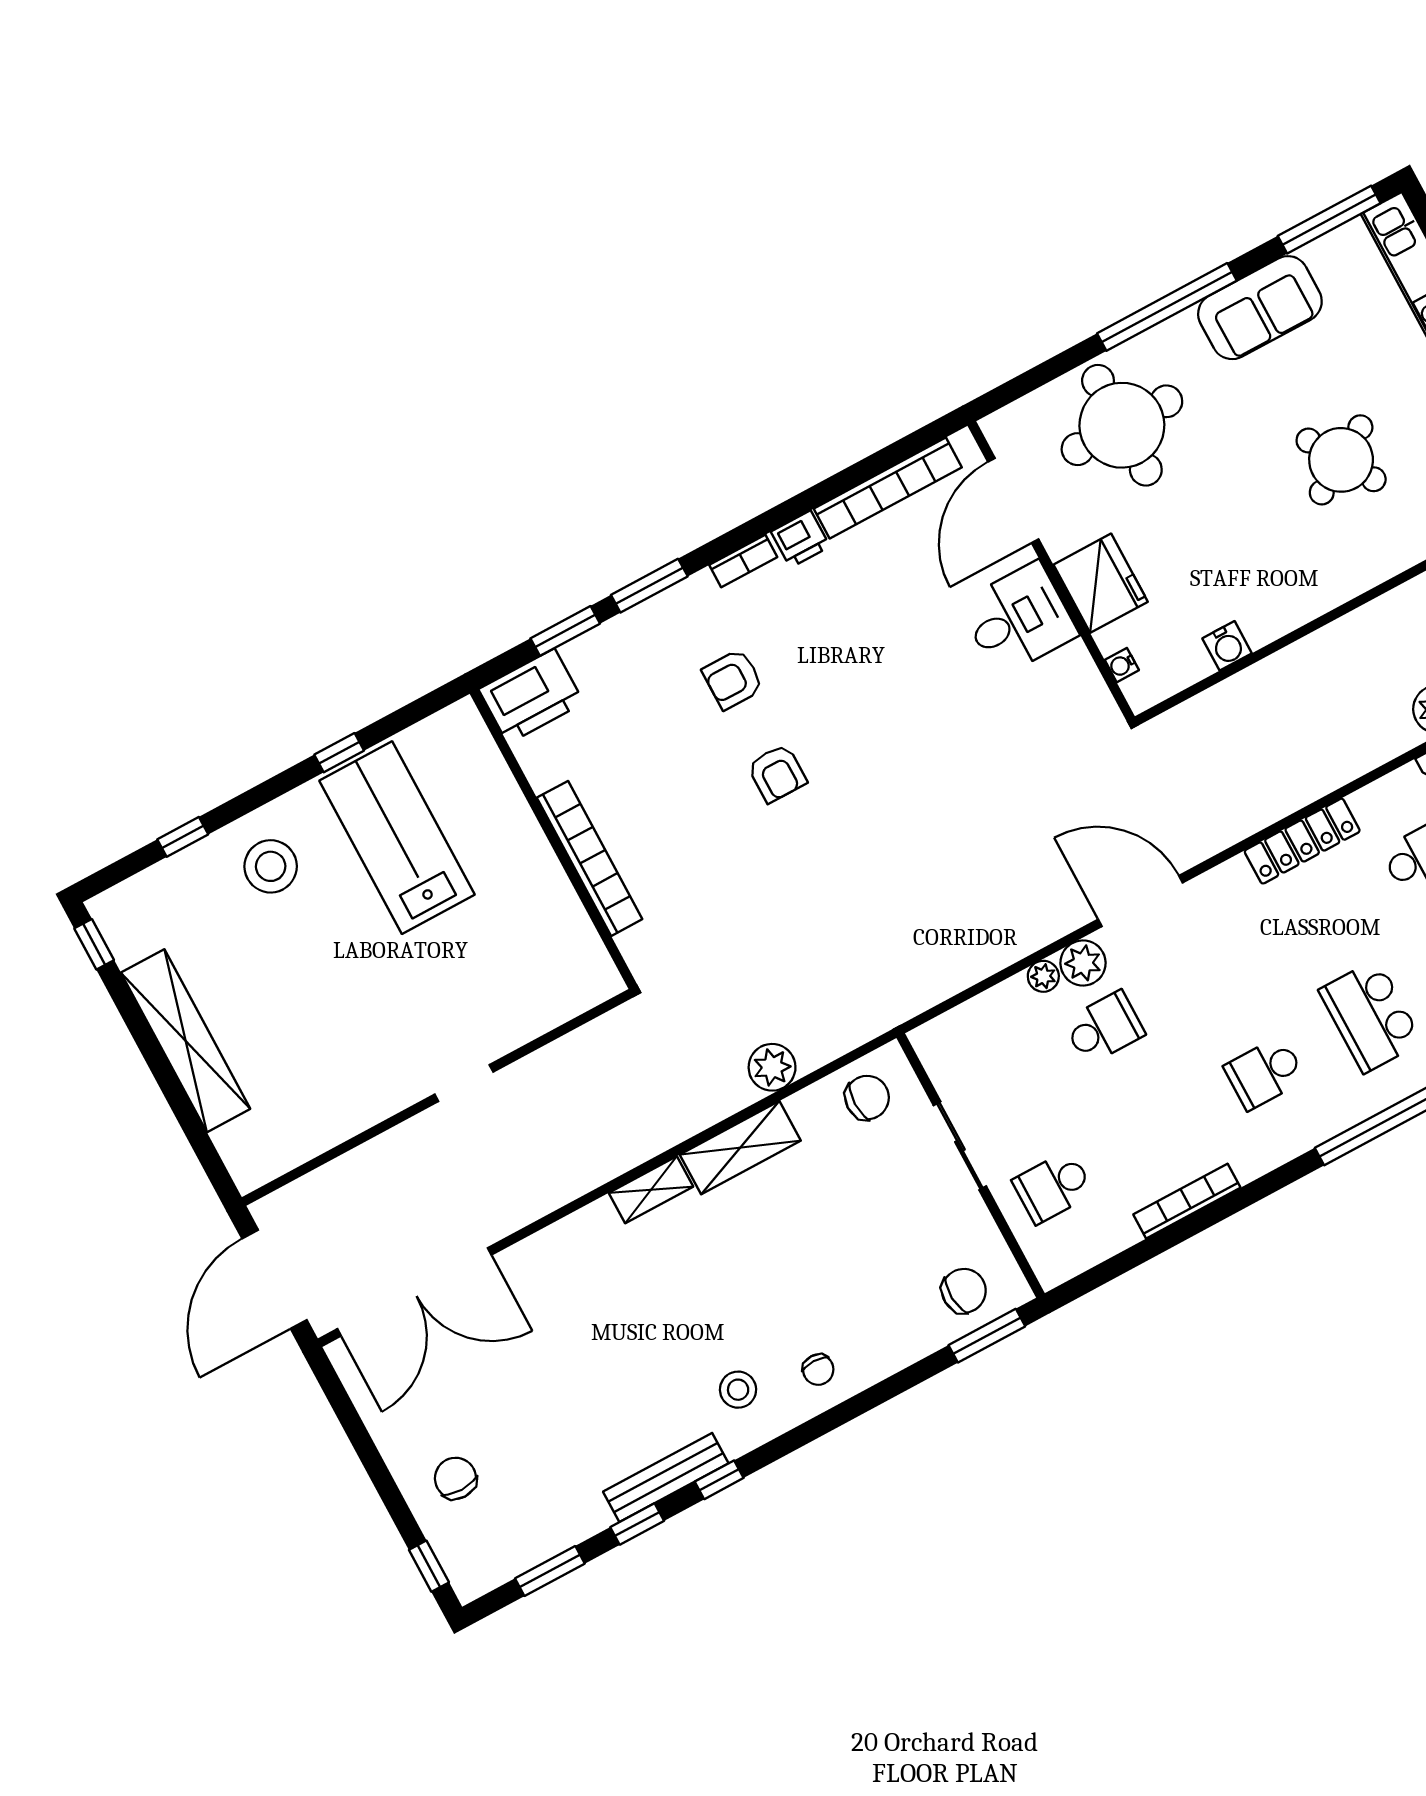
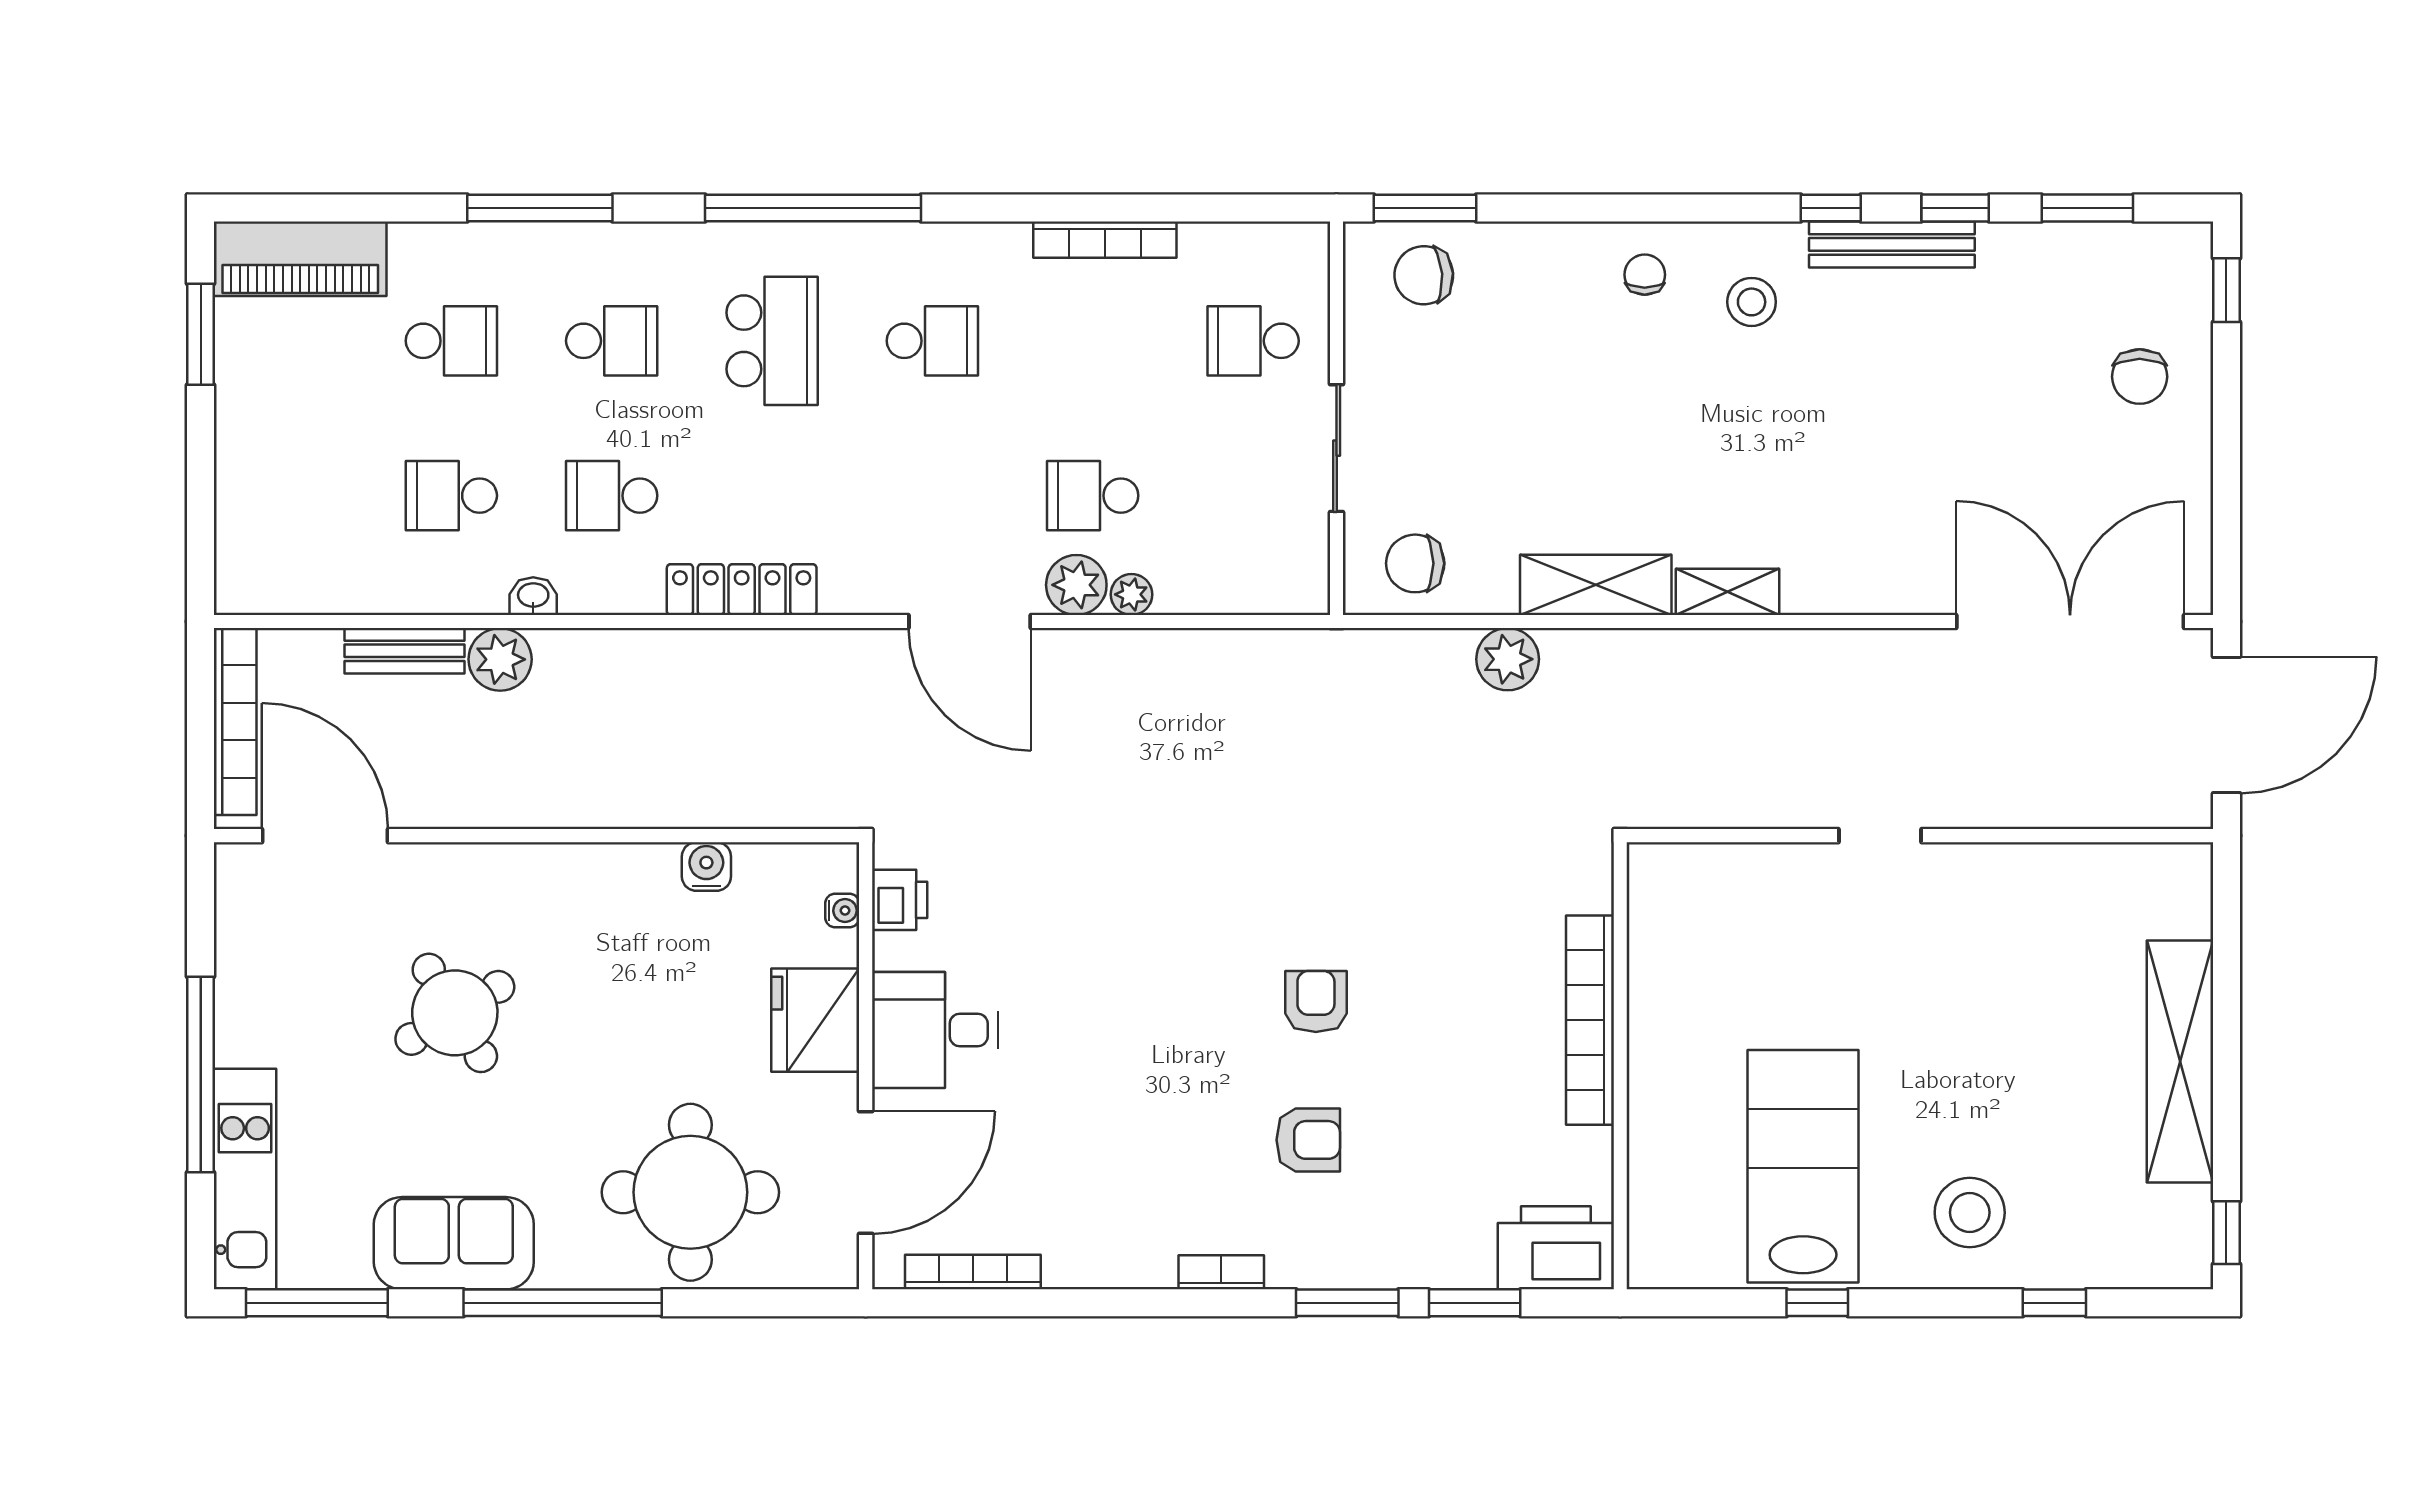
bookcase: (888, 488) -> (973, 1272), width x0.68, depth x0.76
printer: (800, 539) -> (900, 900), moved, turned 90
lab bench: (397, 838) -> (1803, 1166), turned 180
school desk: (1053, 1187) -> (1253, 341), turned 180

